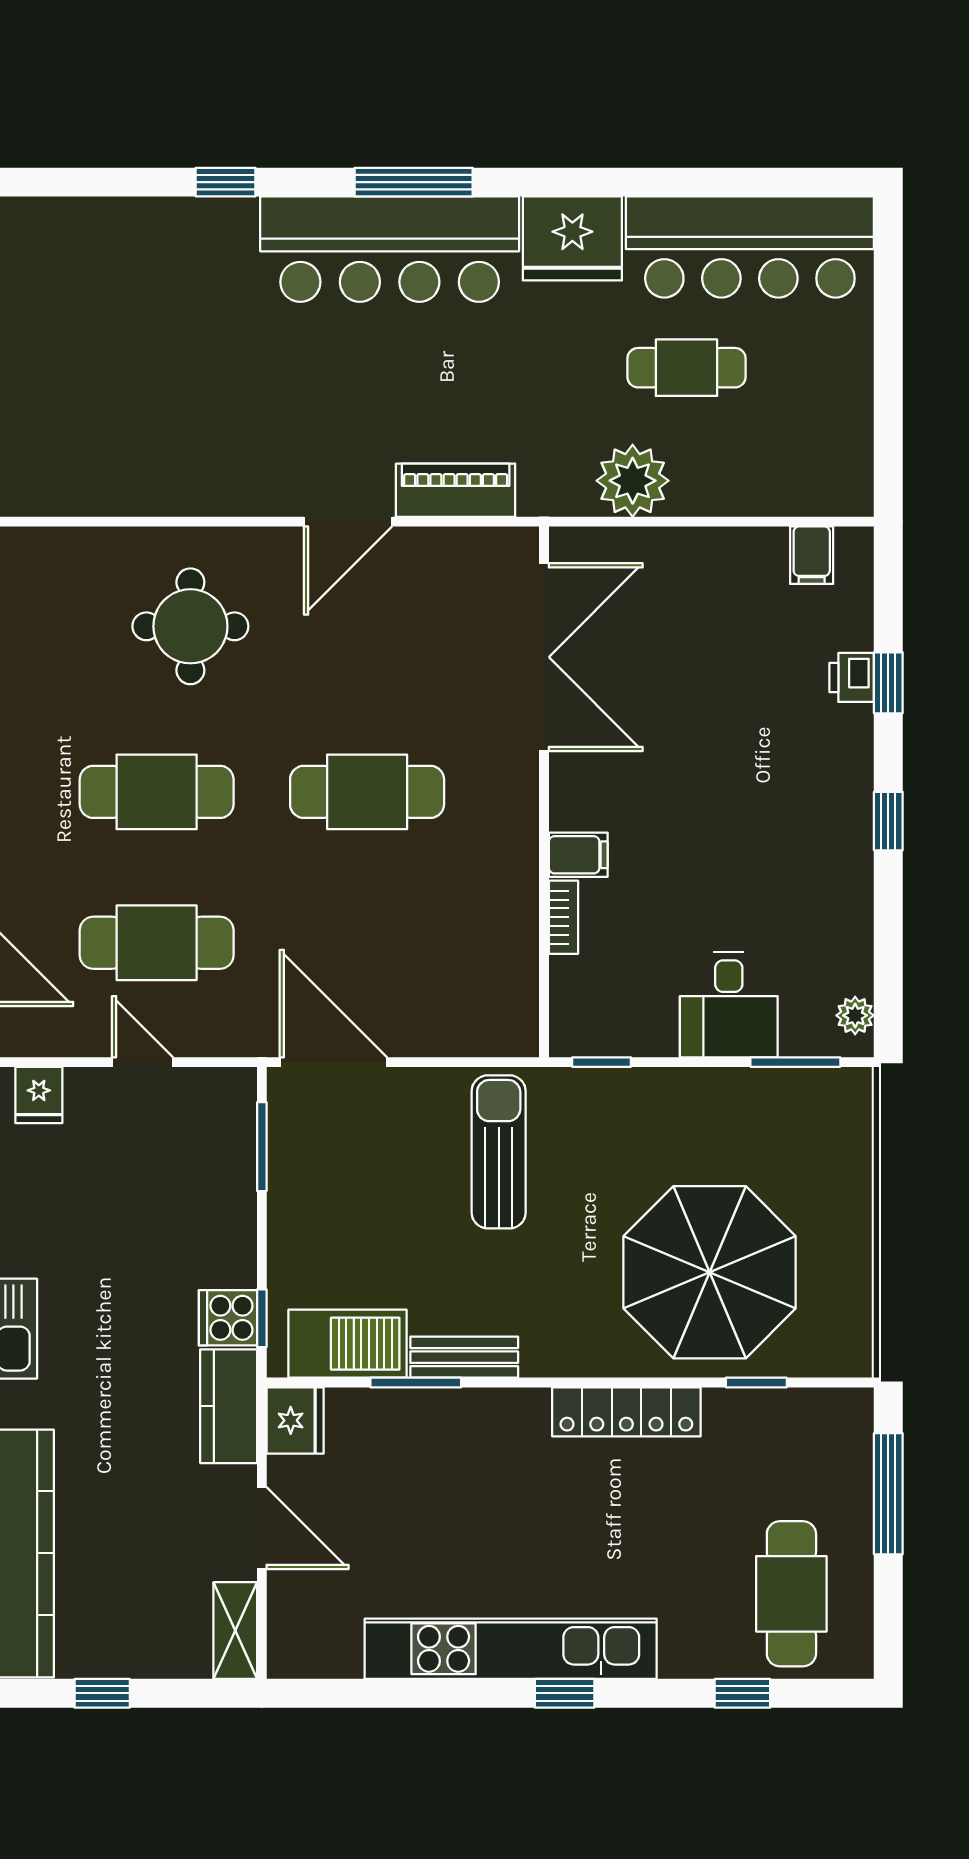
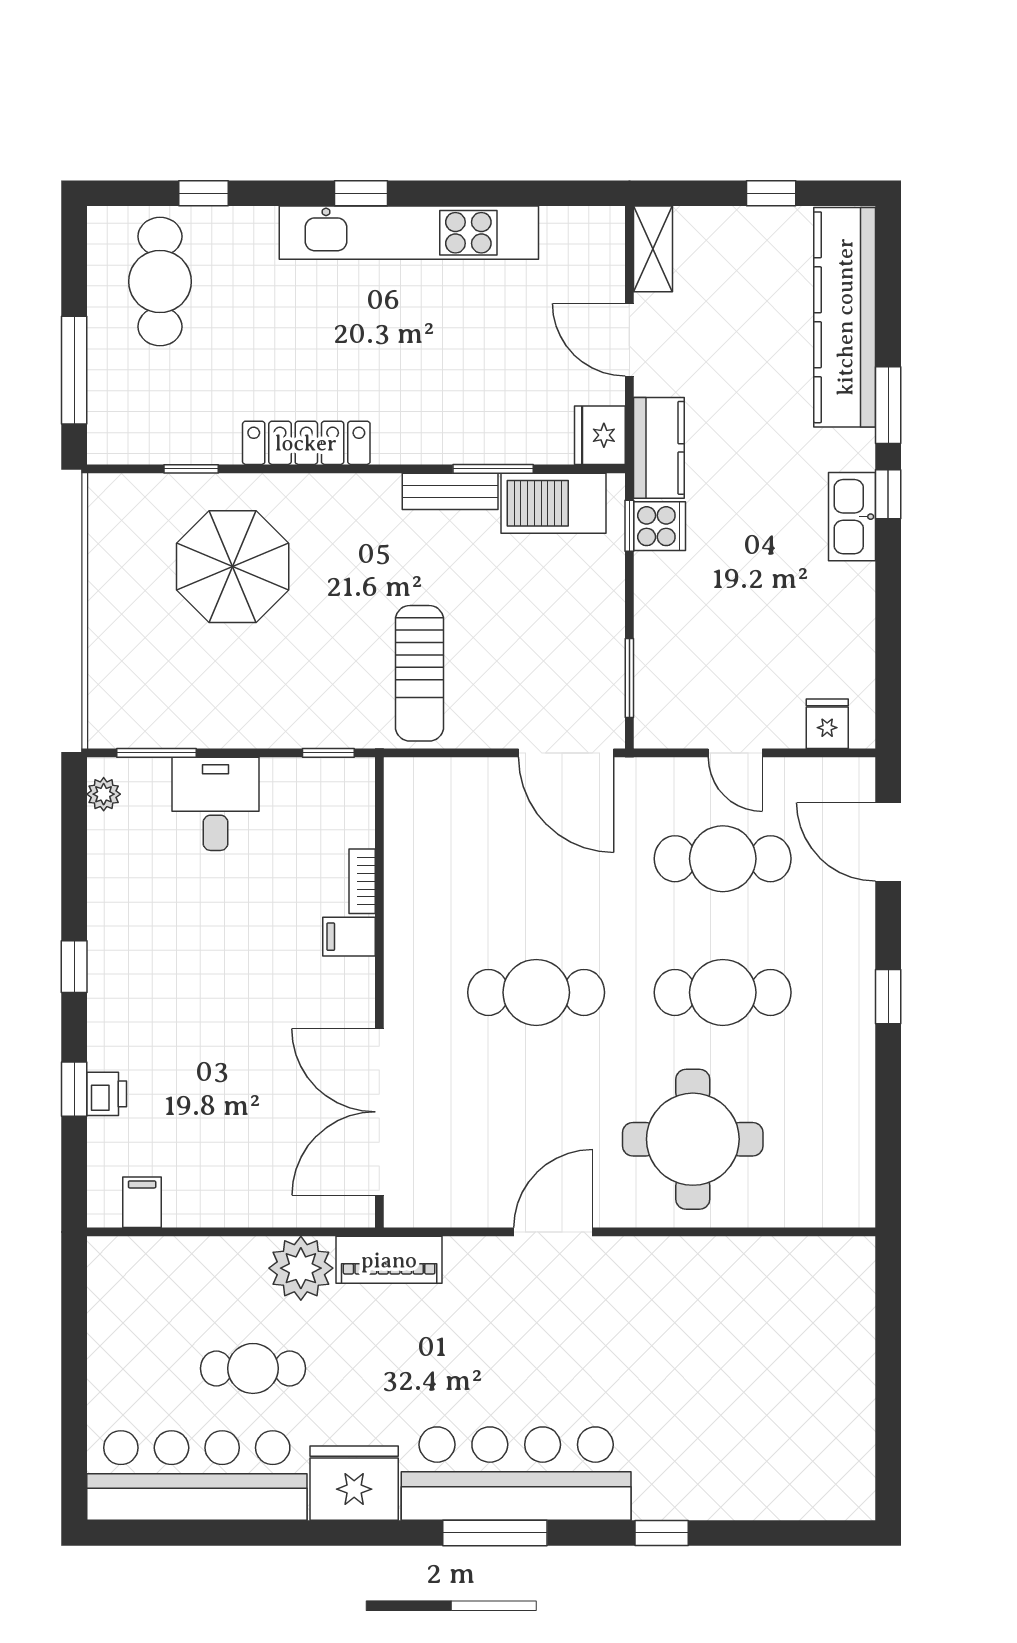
piano: (456, 490) -> (389, 1260), moved
round table: (190, 626) -> (693, 1139), width x1.36, depth x1.36
parasol: (710, 1272) -> (233, 567), width x0.73, depth x0.73

